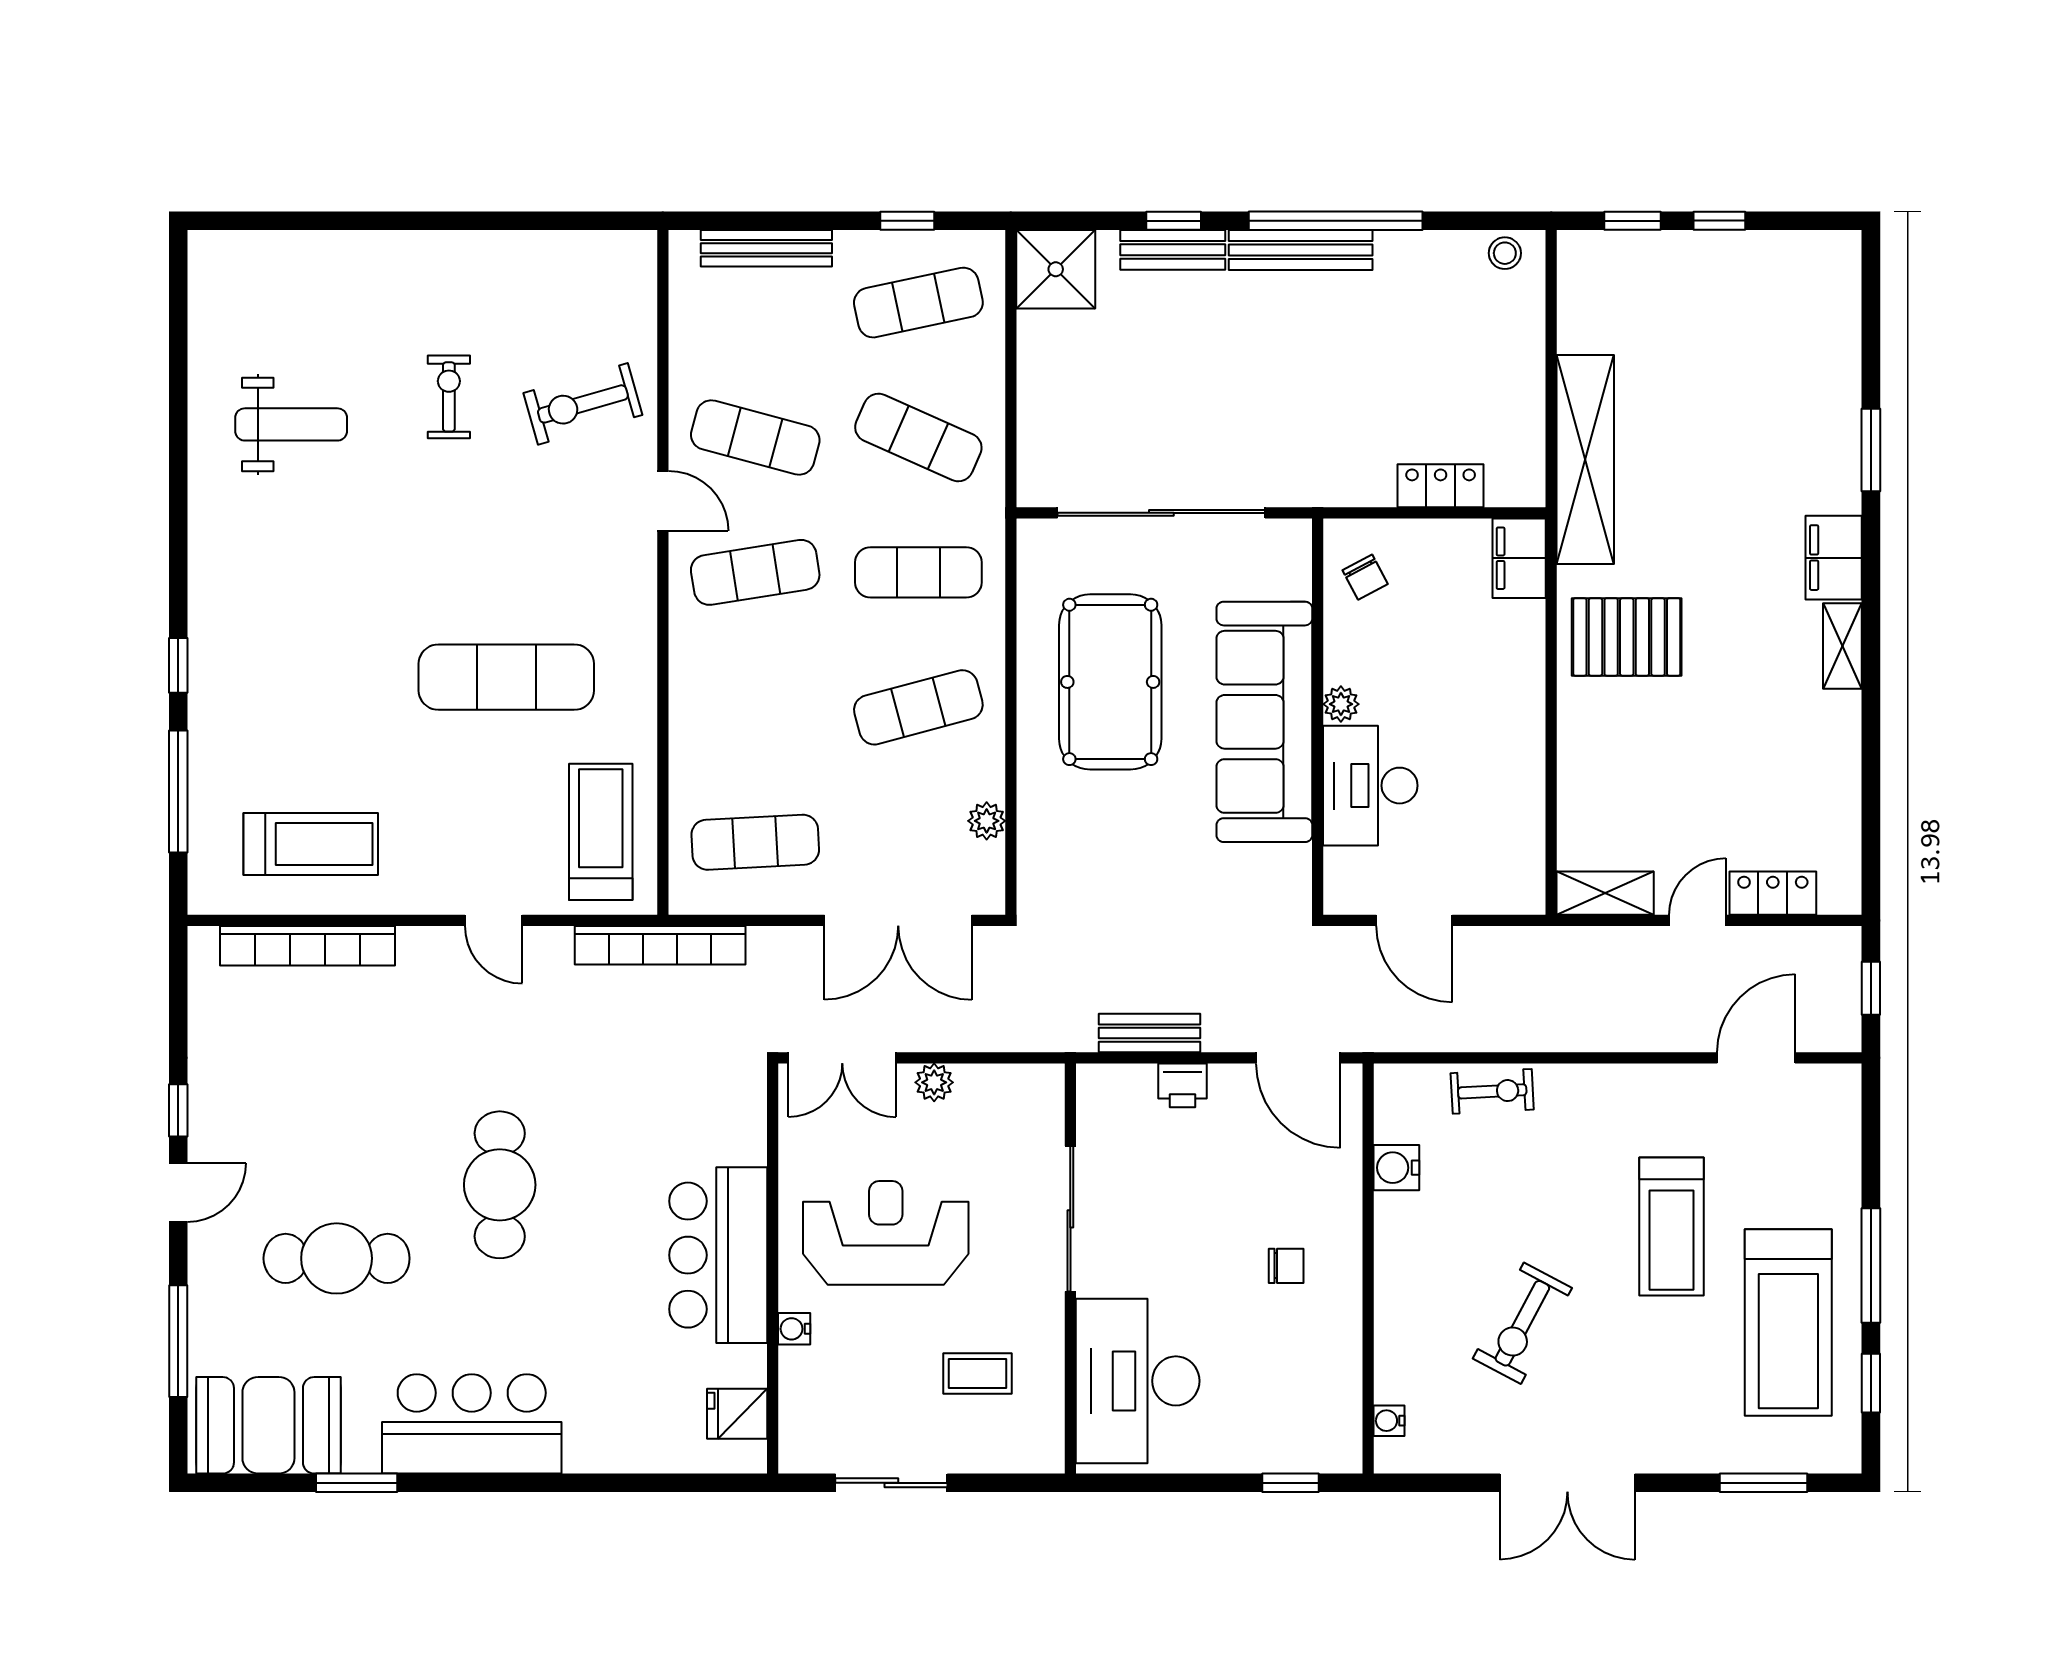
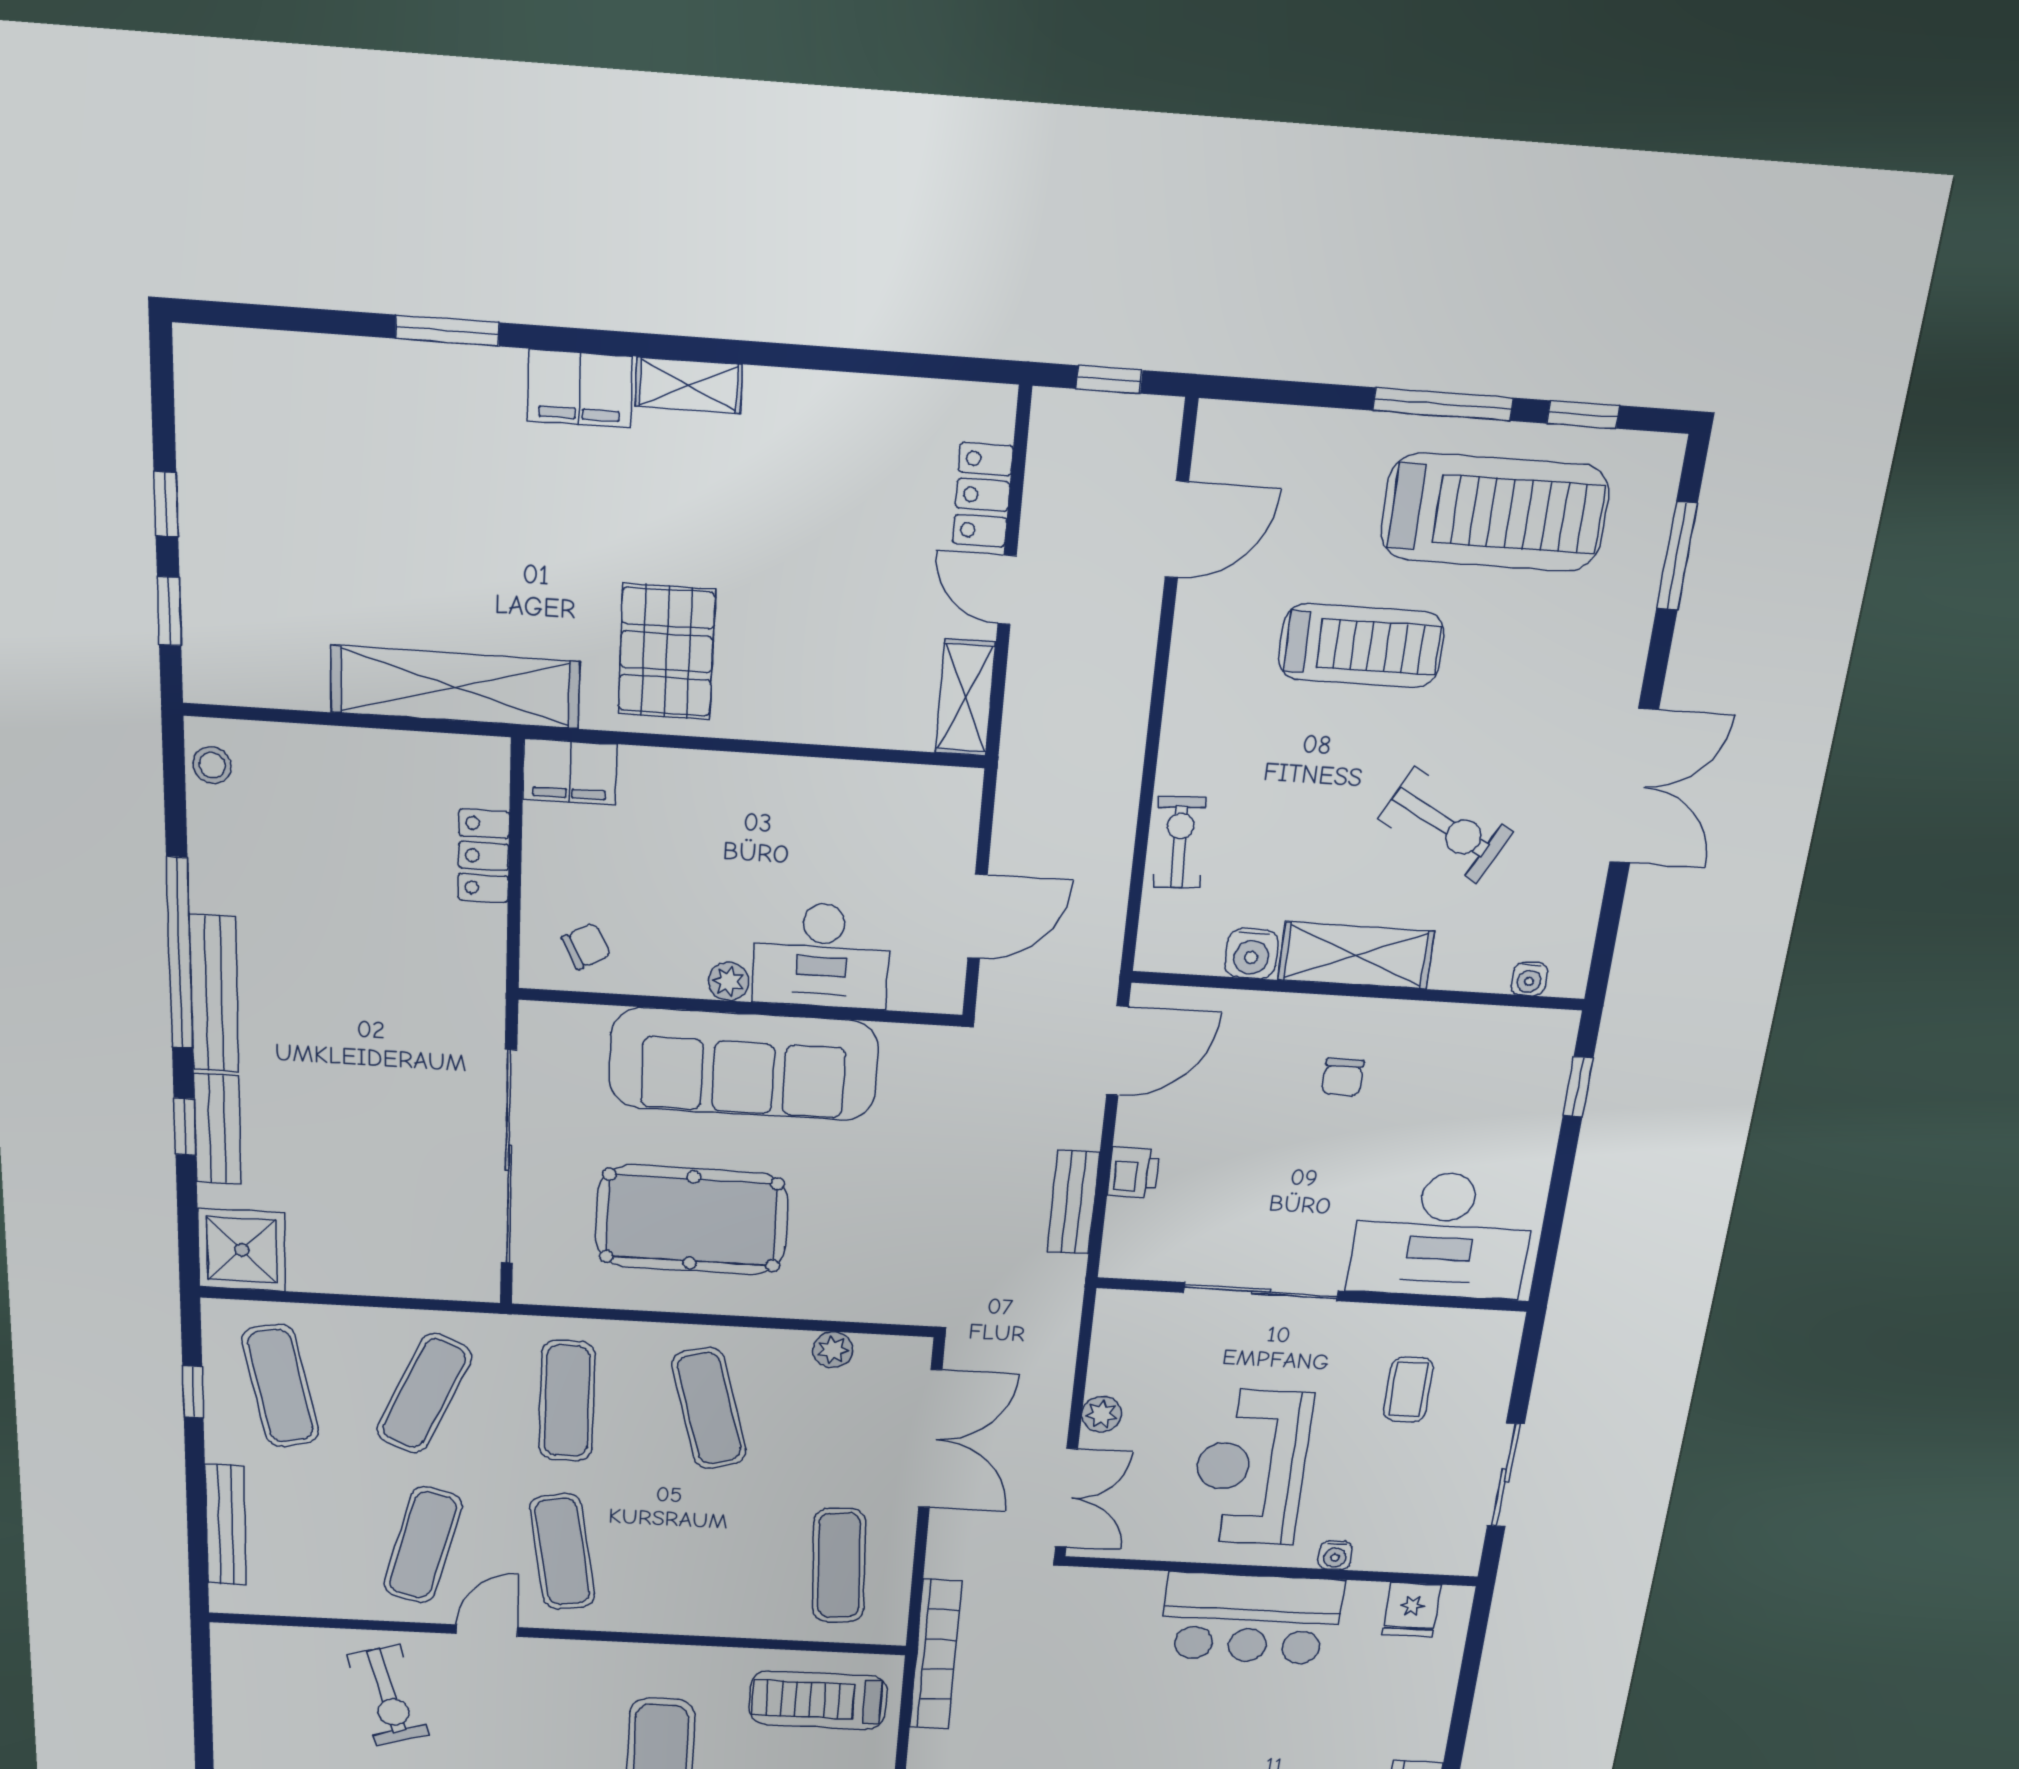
door: (1756, 1058) -> (1177, 530), swing flipped
shelving: (1400, 1261) -> (1356, 955), added
chair: (1286, 1266) -> (1343, 1077), turned 180

